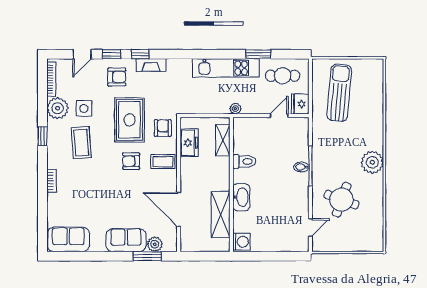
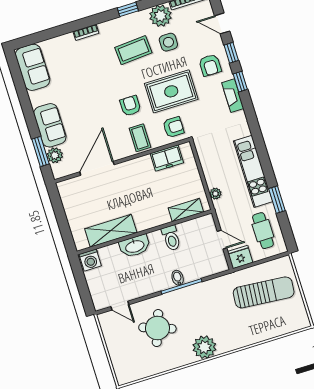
shelving: (223, 140) -> (186, 210), moved
toilet: (244, 162) -> (171, 238), moved
wall: (231, 184) -> (144, 232), moved
washbasin: (241, 197) -> (135, 246), moved
shelving: (221, 215) -> (111, 231), moved
washing machine: (241, 242) -> (90, 260), moved

